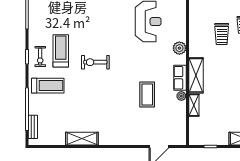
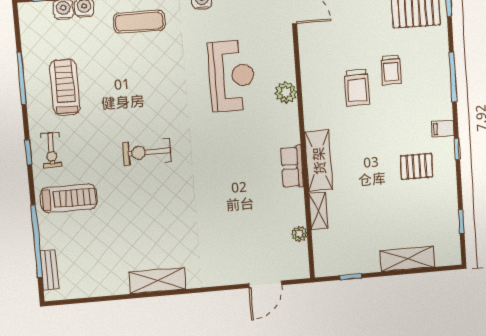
plant: (179, 48) -> (286, 93), moved
treadmill: (61, 51) -> (65, 87), moved
coffee table: (147, 94) -> (239, 199), removed
plant: (181, 96) -> (299, 234), moved
shelving: (82, 139) -> (157, 281), moved

